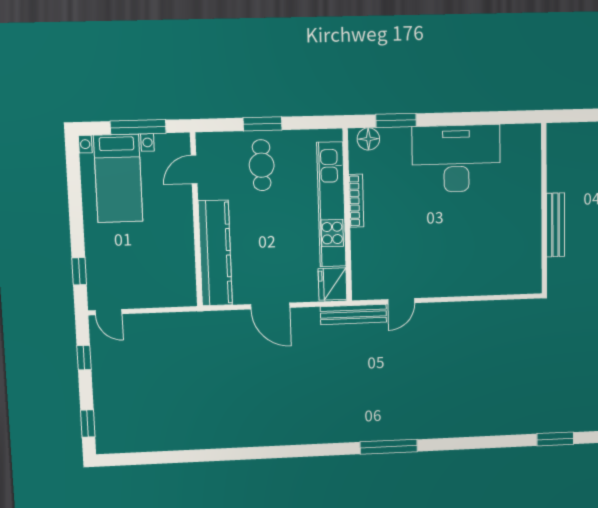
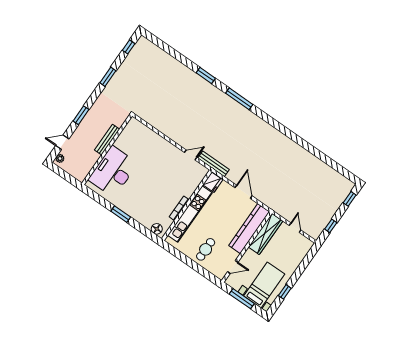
window: (396, 120) -> (121, 214), moved
window: (262, 124) -> (193, 265), removed
desk: (456, 159) -> (113, 172), moved, turned 90
wardrobe: (181, 265) -> (266, 234), added
window: (79, 271) -> (285, 292), moved
door: (109, 312) -> (295, 228), moved
window: (555, 439) -> (206, 76), moved

